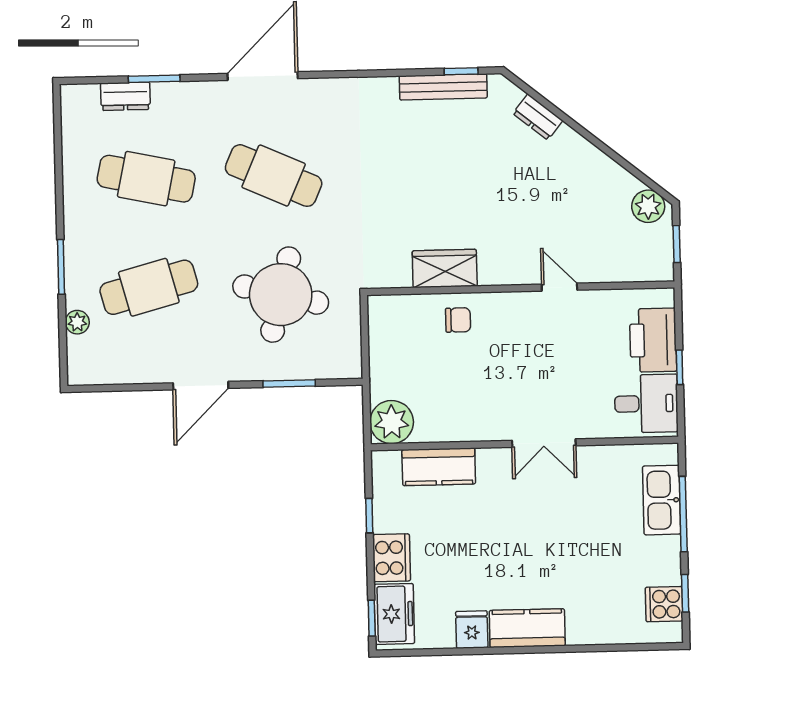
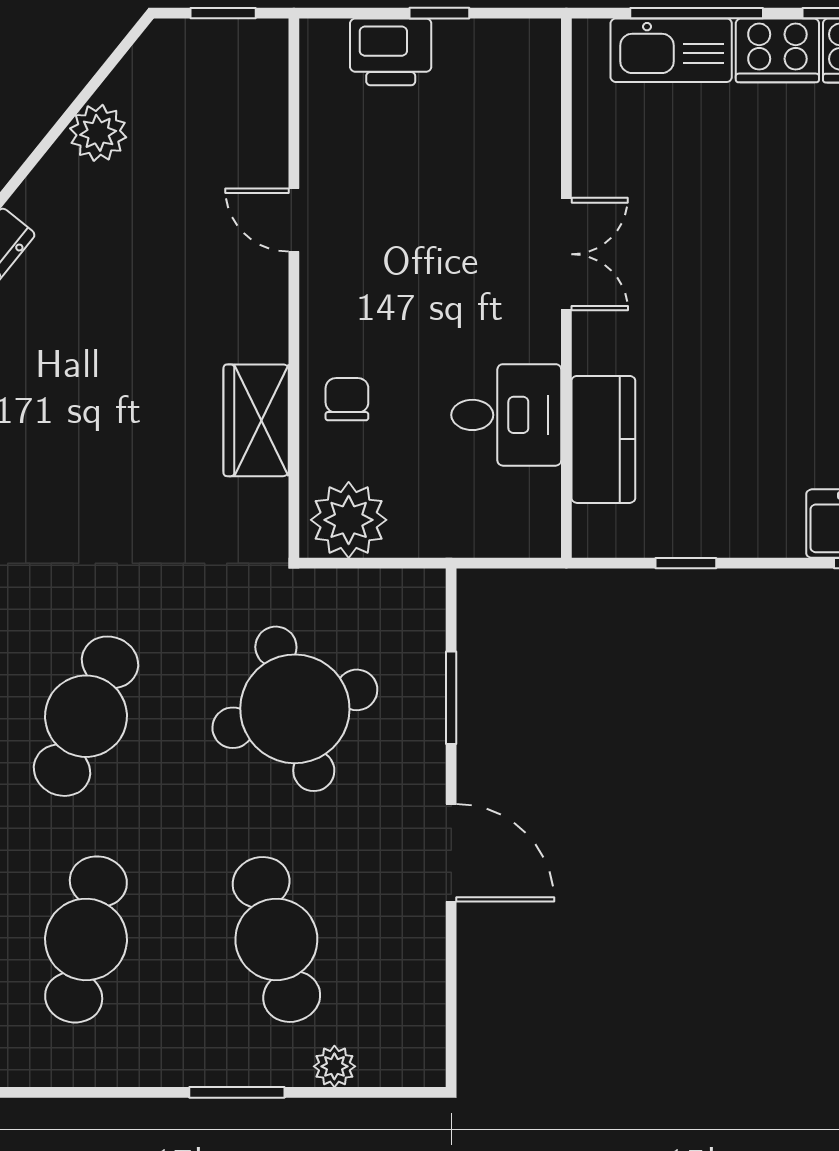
plant: (648, 206) -> (98, 133), moved
door: (559, 287) -> (294, 220), hinge flipped
round table: (281, 295) -> (295, 709), turned -31
printer: (653, 340) -> (391, 52), width x0.73, depth x0.84
desk: (646, 404) -> (506, 415), moved, turned 90
plant: (392, 422) -> (349, 520), moved
cooker: (392, 558) -> (777, 50), moved, turned 180

